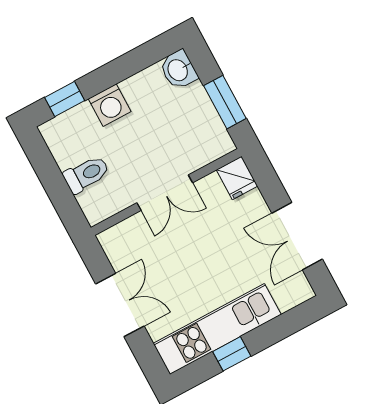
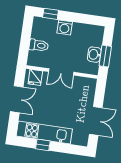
washbasin: (178, 70) -> (94, 55), moved
fridge: (237, 178) -> (35, 77), moved
double door: (297, 236) -> (96, 121), swing flipped

